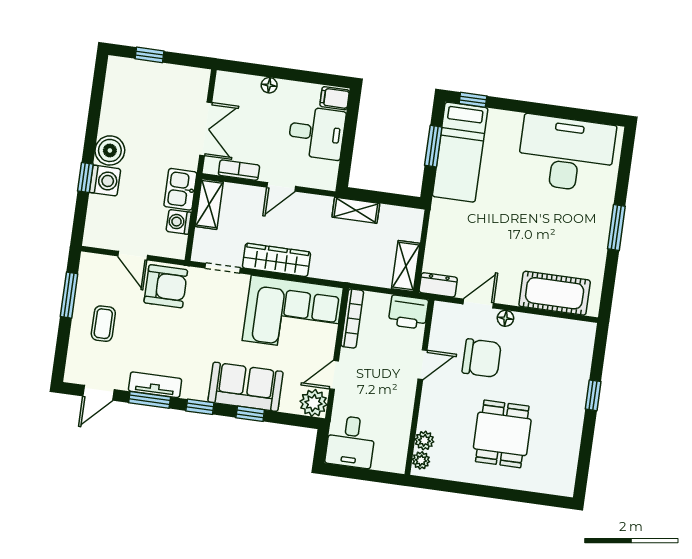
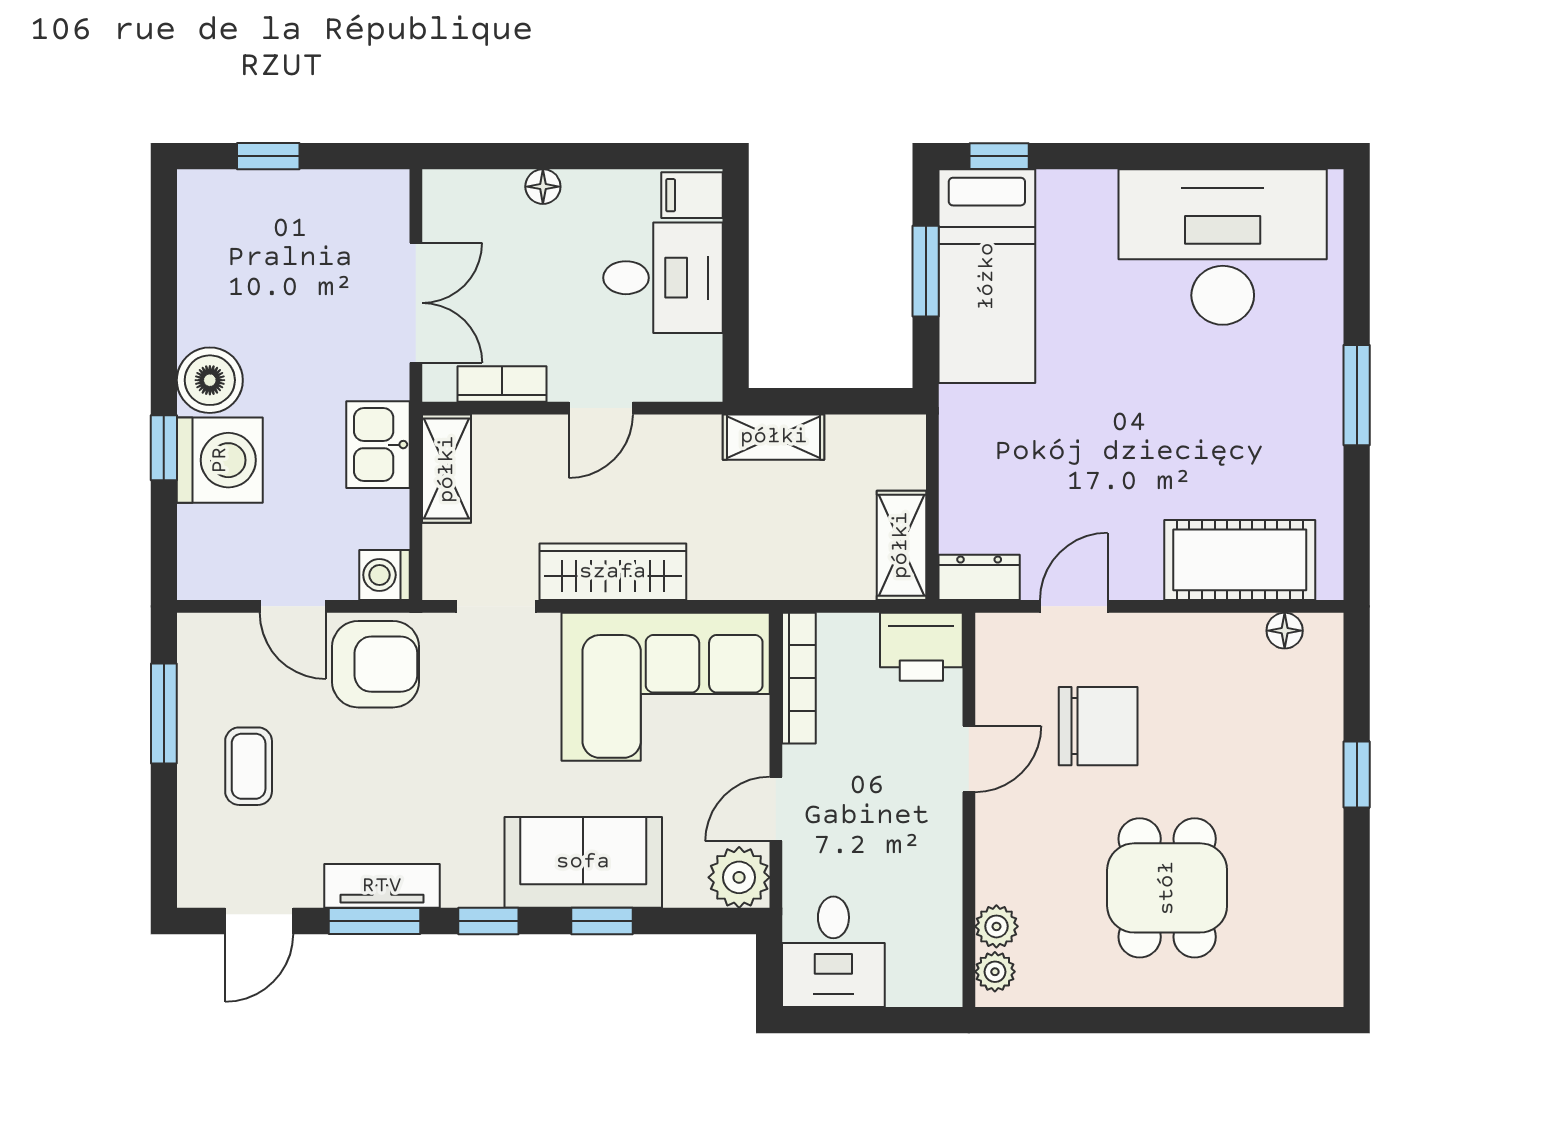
washing machine: (105, 181) -> (220, 460), width x1.37, depth x1.37
washing machine: (179, 222) -> (384, 575), moved
floor lamp: (505, 318) -> (1285, 631), moved

